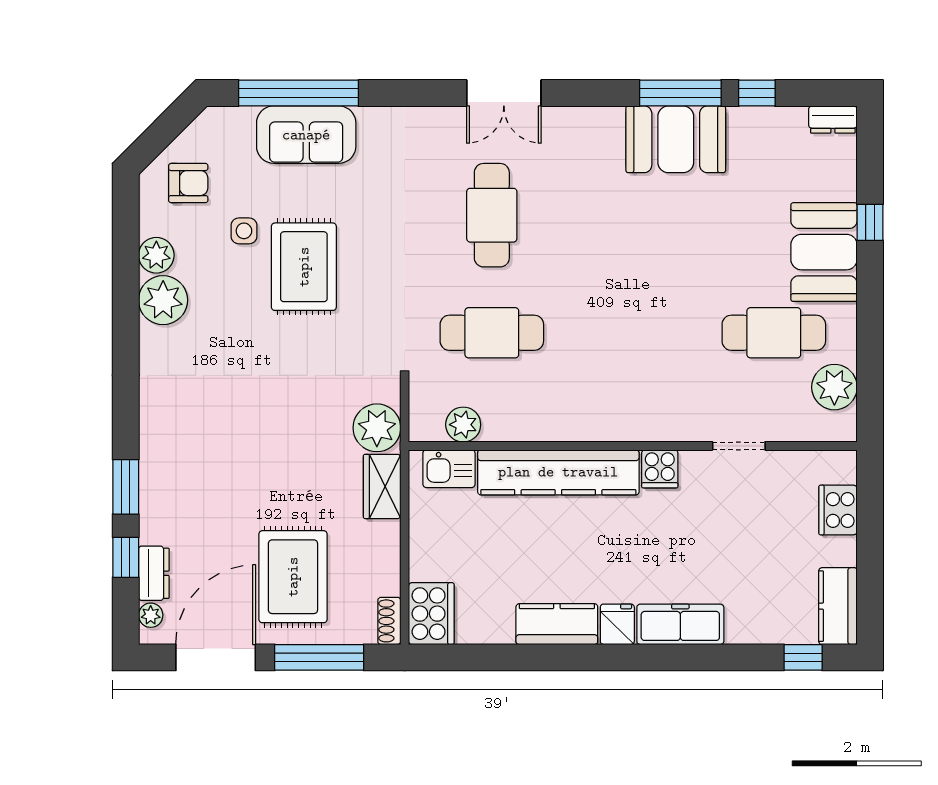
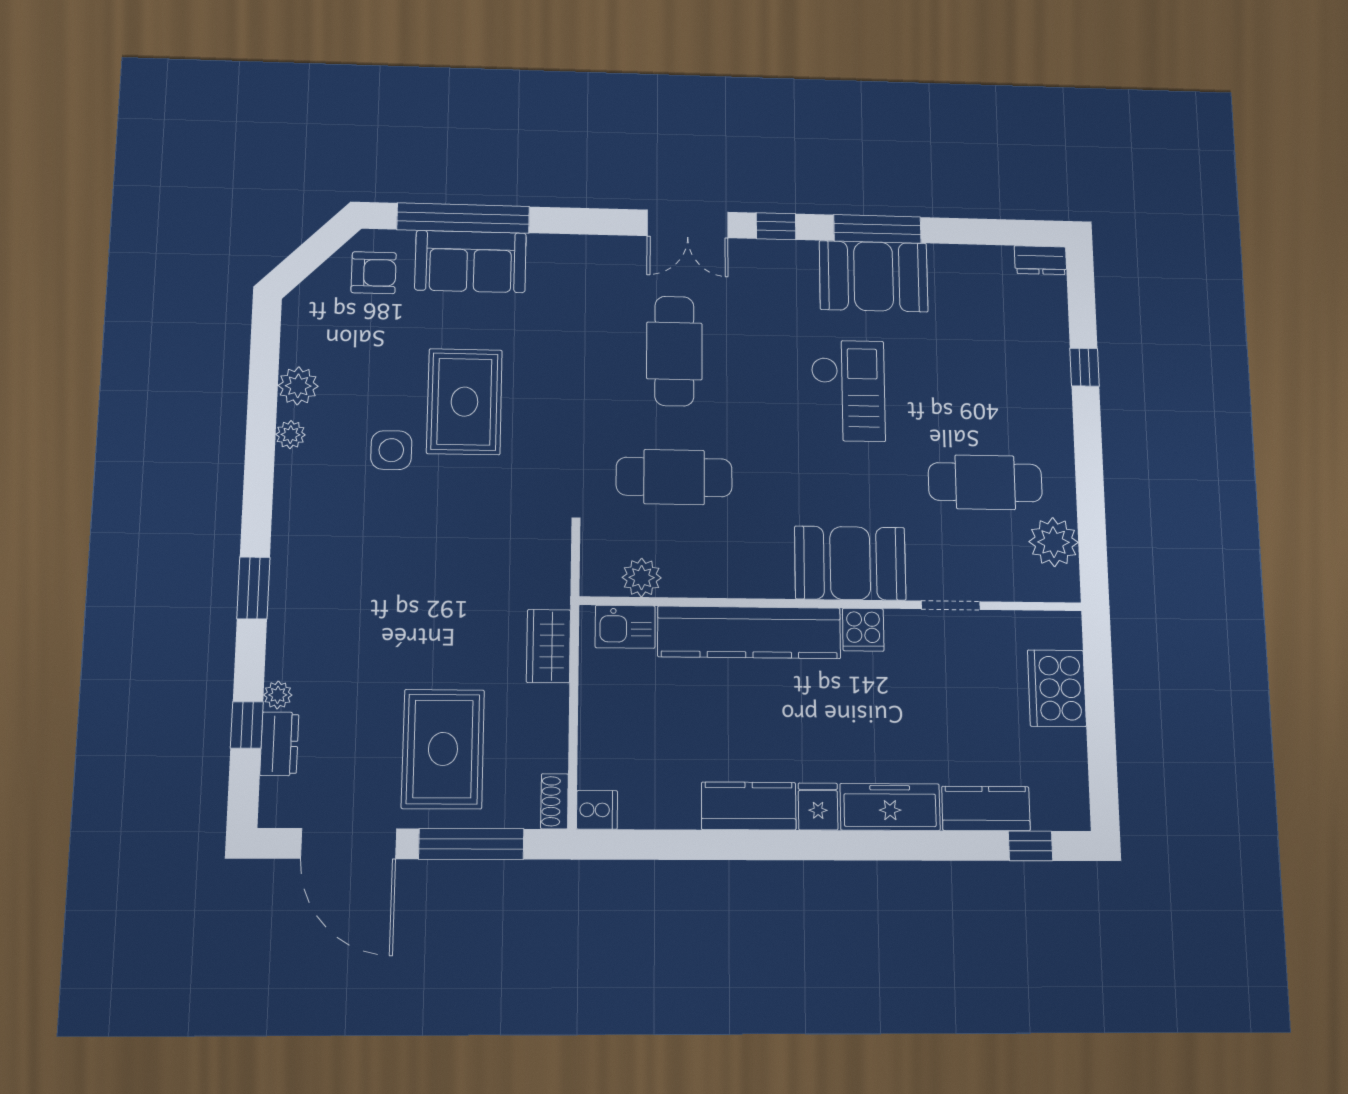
window: (757, 93) -> (776, 226), moved
armchair: (188, 183) -> (374, 273), moved
side table: (244, 231) -> (391, 450), moved, width x1.37, depth x1.37
checkout: (650, 249) -> (848, 391), added
booth: (824, 252) -> (850, 563), moved, turned 90
plant: (163, 300) -> (291, 435), width x0.53, depth x0.53
plant: (377, 428) -> (544, 580), removed
window: (126, 487) -> (253, 588), moved
cooker: (838, 510) -> (1057, 688), width x1.37, depth x1.31
kitchen counter: (838, 606) -> (986, 809), moved, turned 90
cooker: (431, 614) -> (597, 810), width x0.53, depth x0.76
plant: (151, 615) -> (278, 695), moved
door: (216, 657) -> (349, 844), swing flipped

